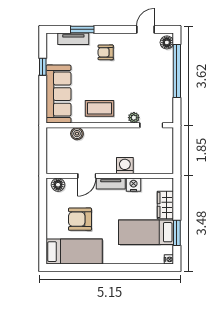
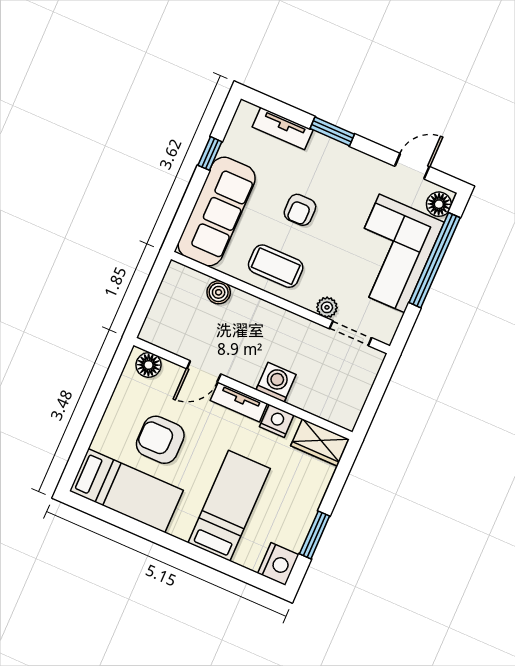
window: (82, 29) -> (332, 131), moved
armchair: (106, 52) -> (300, 210), moved, turned -90
corner sofa: (154, 77) -> (392, 253), added
wardrobe: (165, 205) -> (320, 443), moved, turned -90
bed: (146, 232) -> (229, 506), moved, turned 90
nightstand: (169, 259) -> (278, 564), width x1.89, depth x1.79

